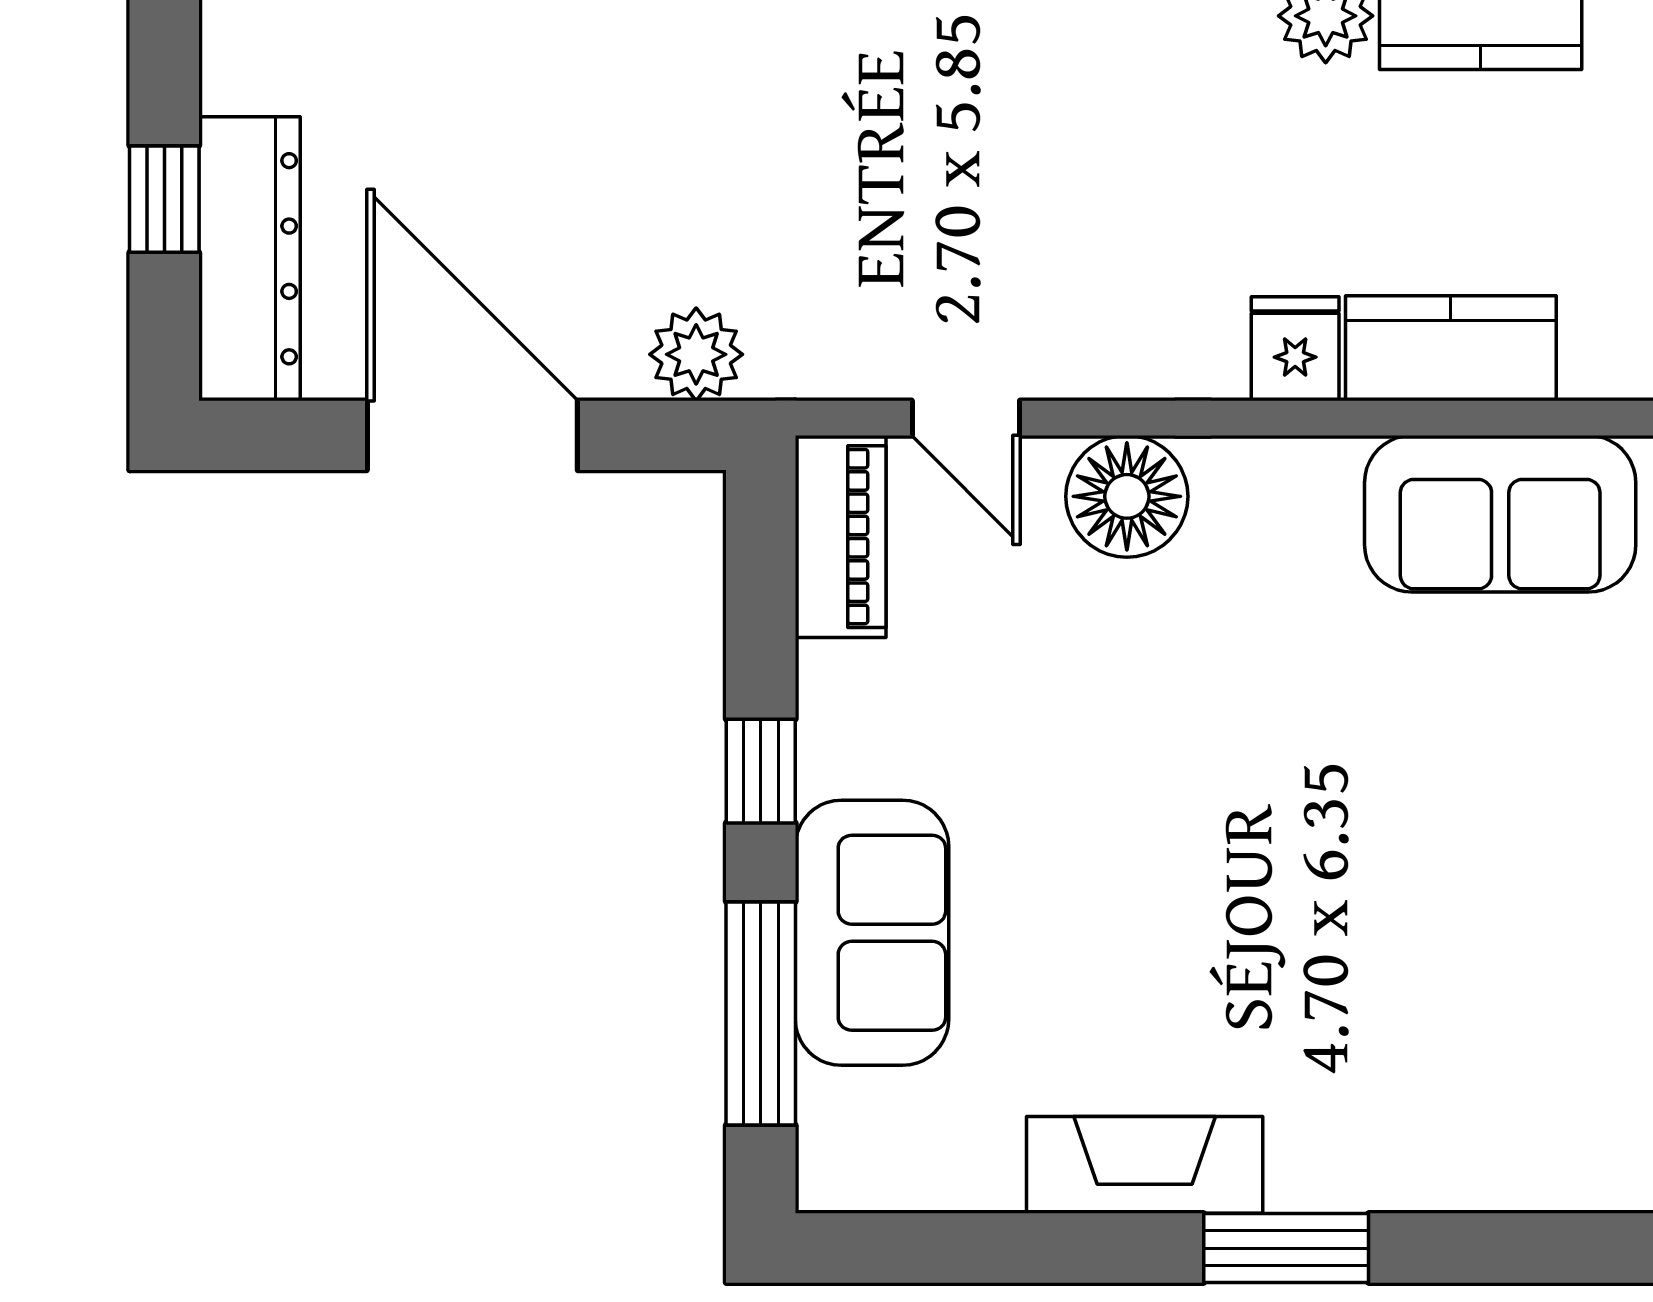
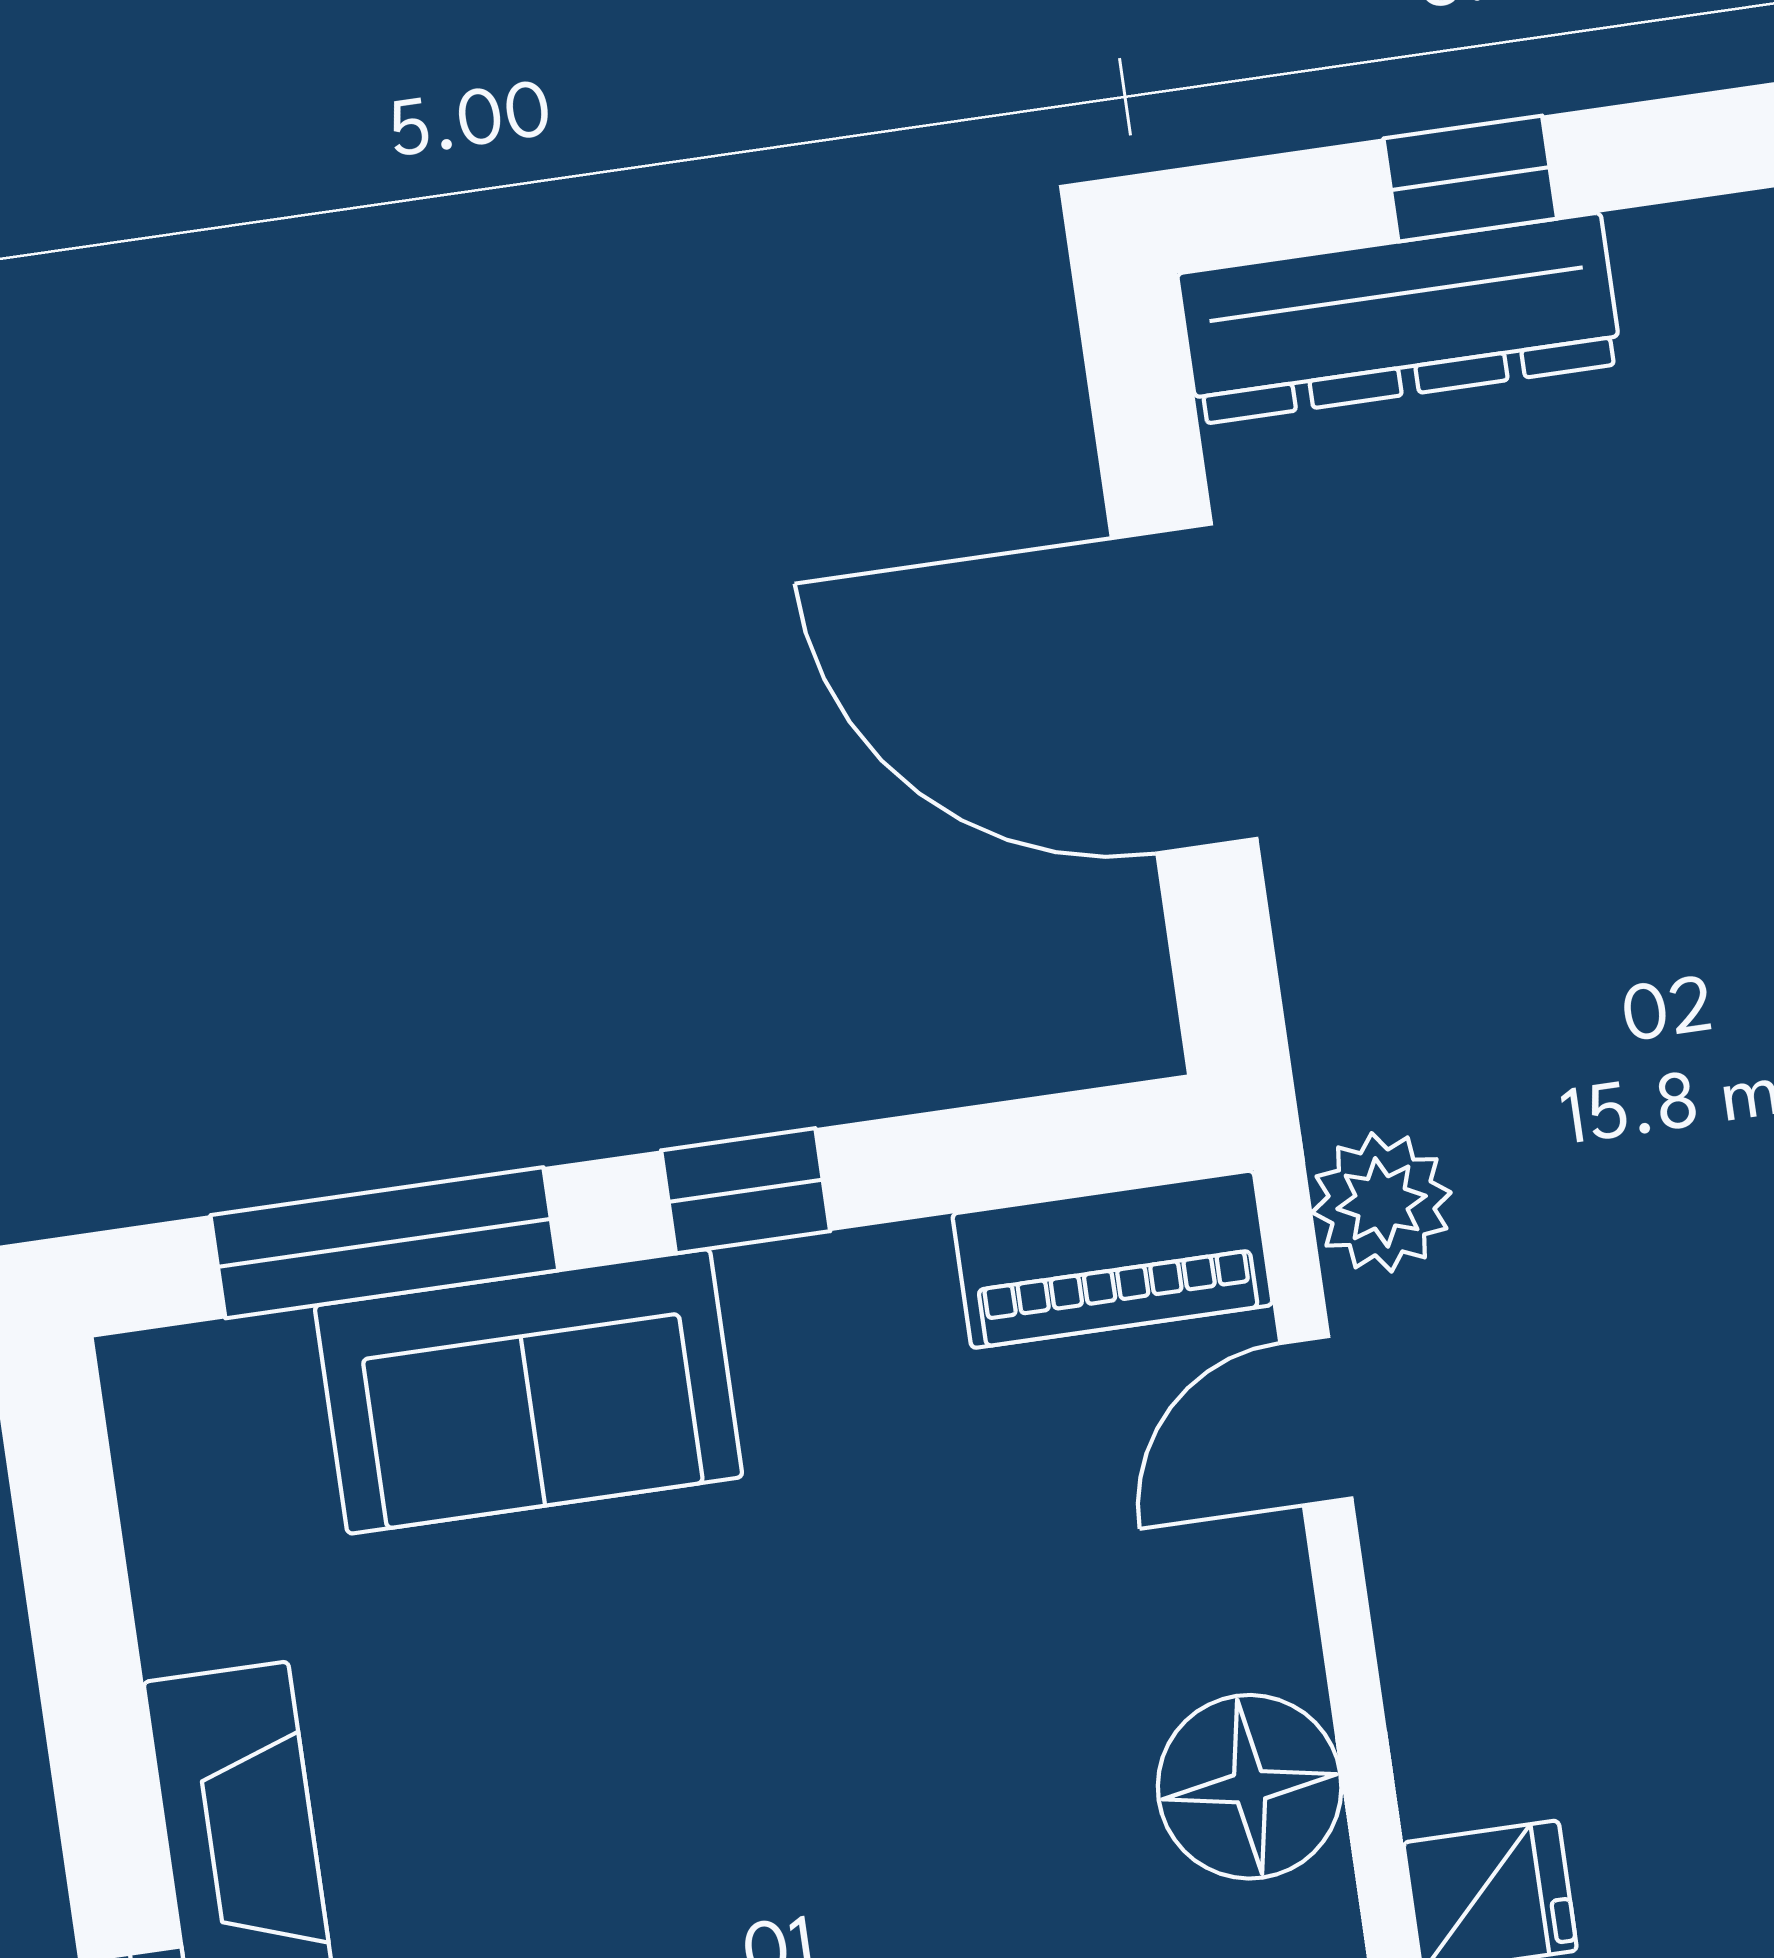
plant: (696, 354) -> (1382, 1202), moved
door: (472, 435) -> (1184, 689), swing flipped
floor lamp: (1127, 496) -> (1250, 1787), moved

